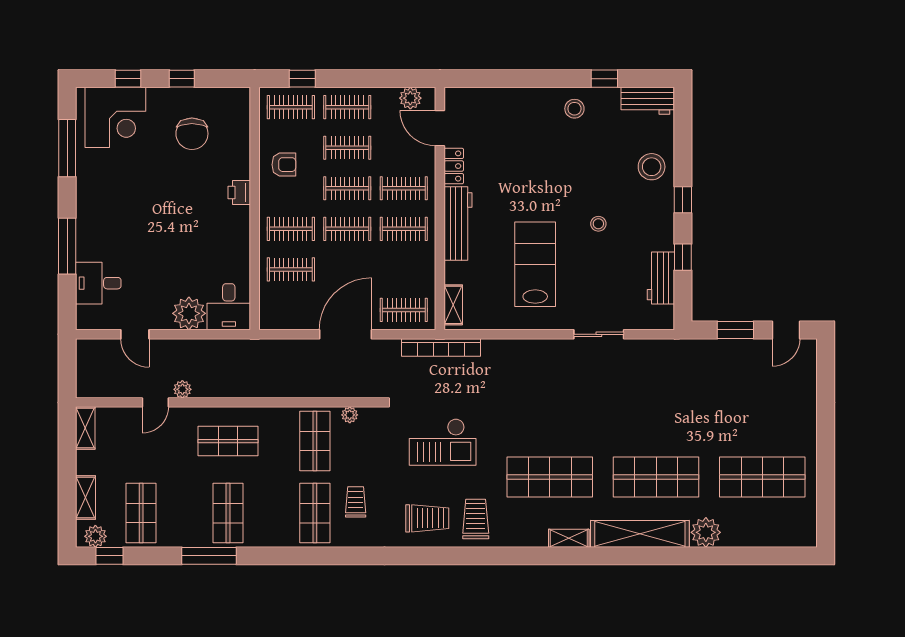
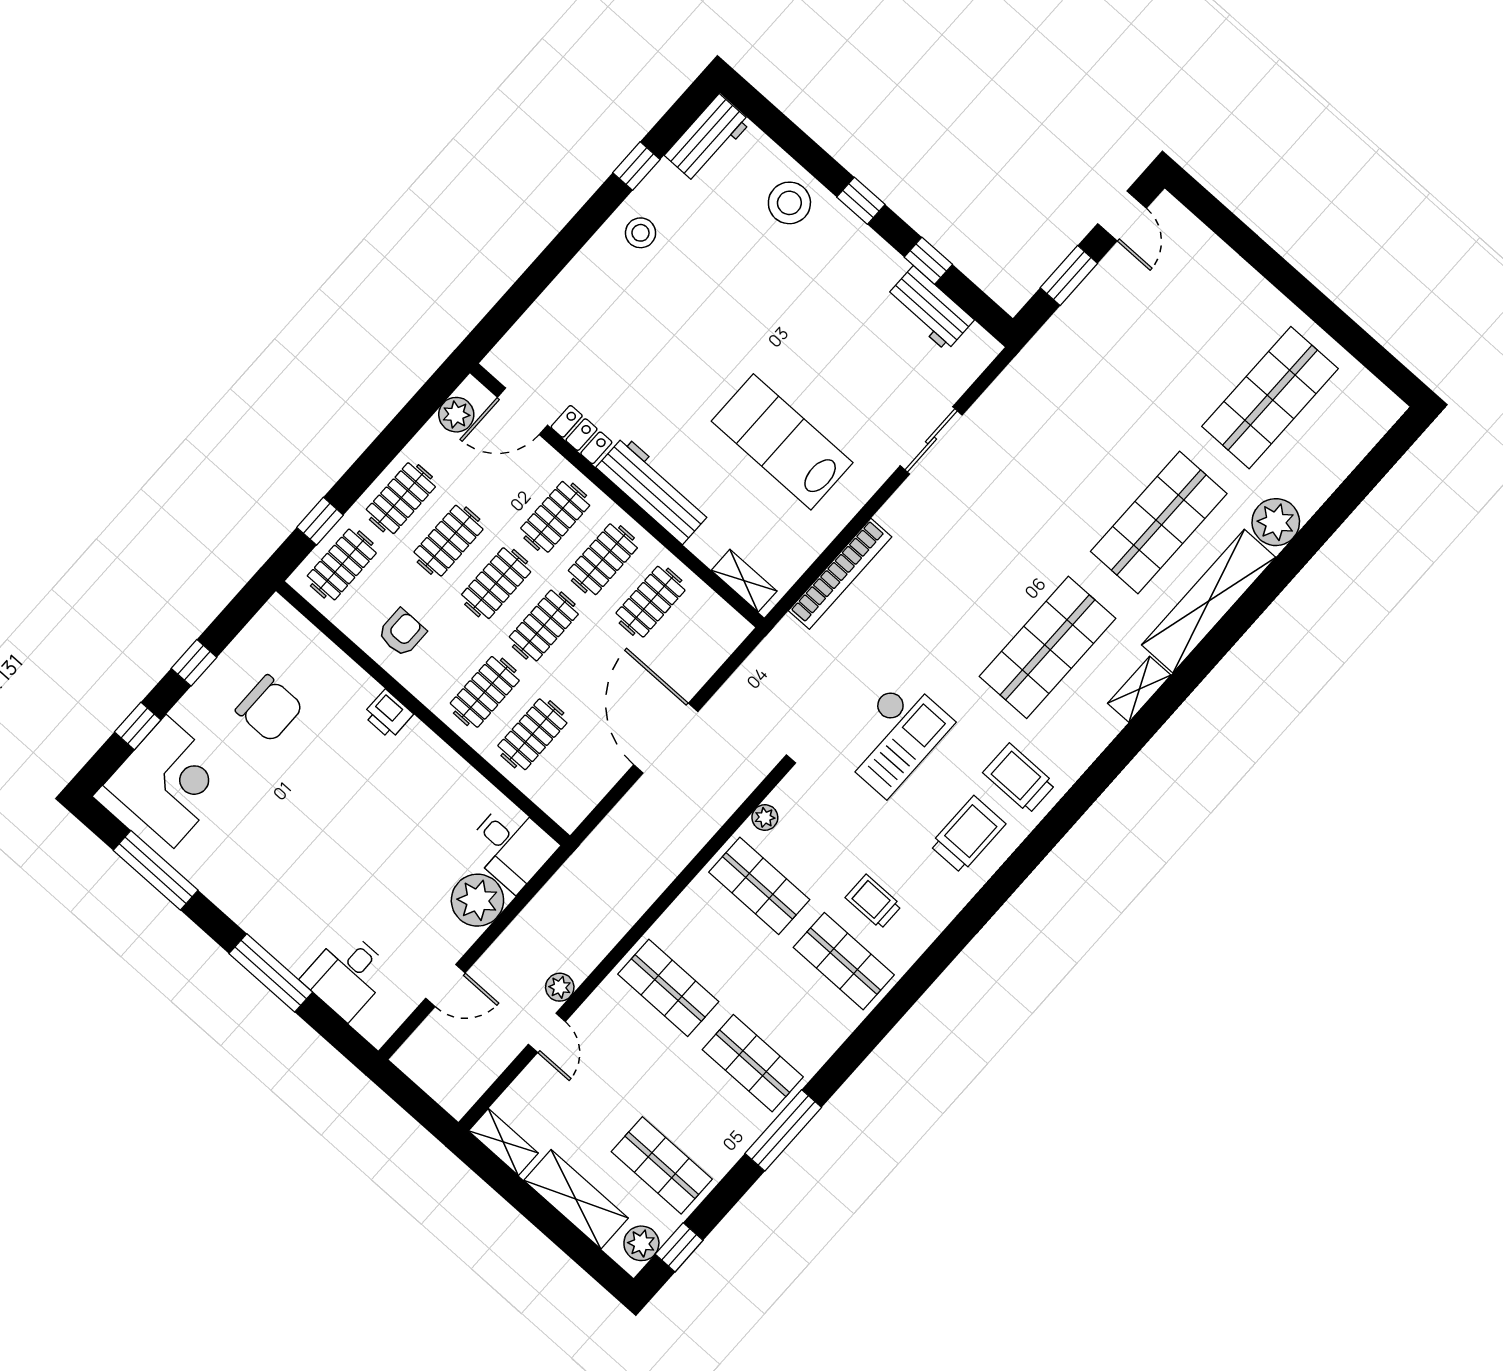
stool: (598, 224) -> (801, 325), removed
clothes rail: (404, 310) -> (651, 602), moved
bookcase: (441, 347) -> (840, 574), moved
shop shelf: (228, 441) -> (668, 988), turned 90
shelving: (85, 498) -> (576, 1199), width x1.50, depth x1.33

